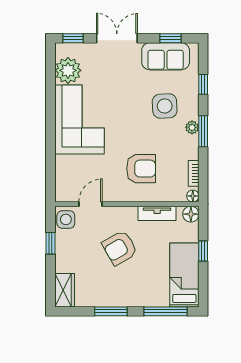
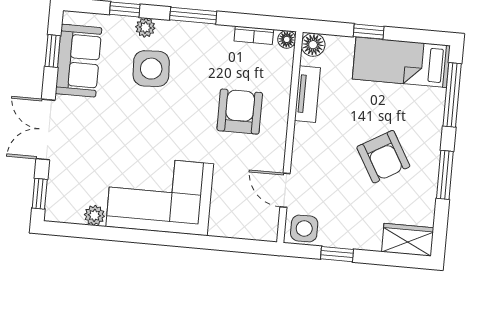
plant: (68, 70) -> (94, 215), width x0.53, depth x0.53
plant: (192, 127) -> (145, 28), moved
armchair: (120, 248) -> (383, 157), moved

